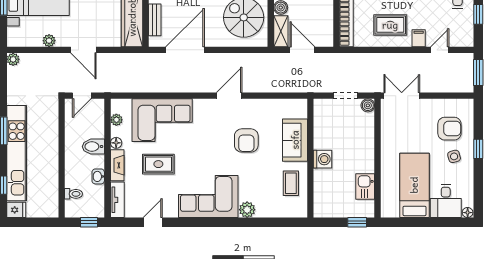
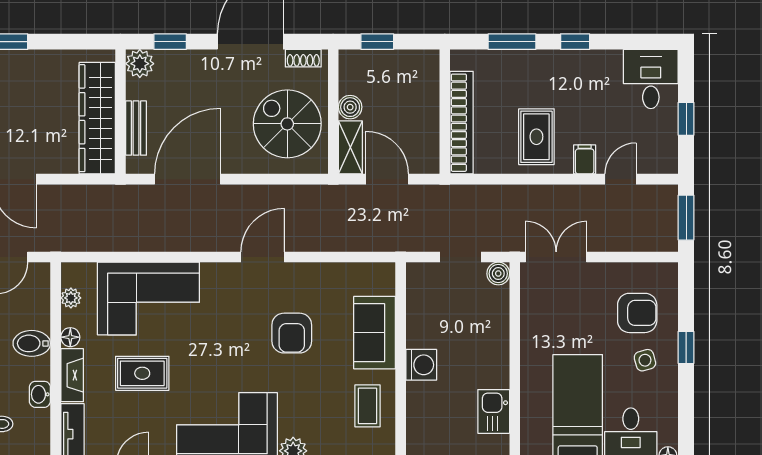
rug: (390, 25) -> (536, 137), turned 90

